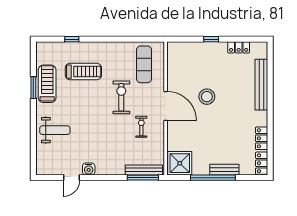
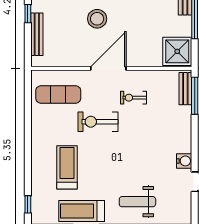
window: (72, 39) -> (28, 204), moved
bench: (194, 47) -> (37, 34), added
weight bench: (55, 130) -> (137, 202), turned -90
bench: (144, 170) -> (185, 89), width x0.73

